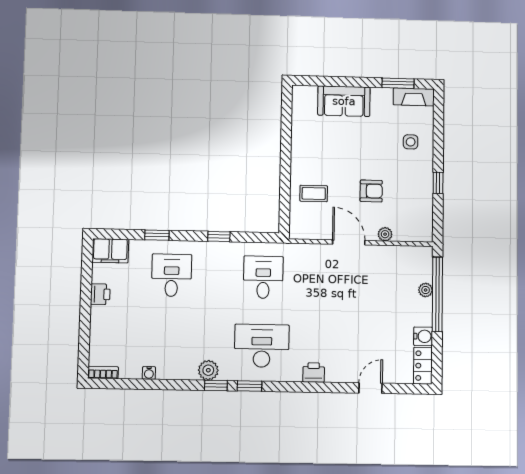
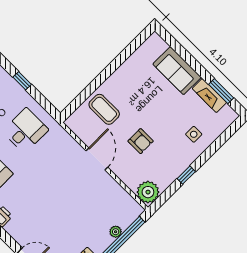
fireplace: (414, 97) -> (209, 95), moved
coffee table: (314, 193) -> (104, 109), width x1.36, depth x1.30
plant: (385, 234) -> (148, 192), moved, width x1.87, depth x1.87

